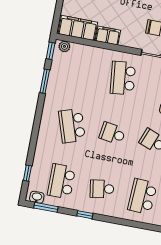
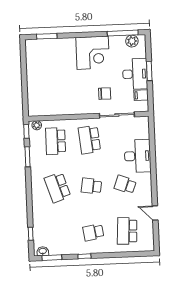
filing cabinet: (78, 28) -> (44, 108), removed
filing cabinet: (108, 36) -> (69, 108), removed
school desk: (61, 181) -> (56, 141), moved

